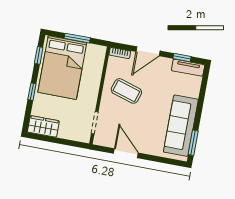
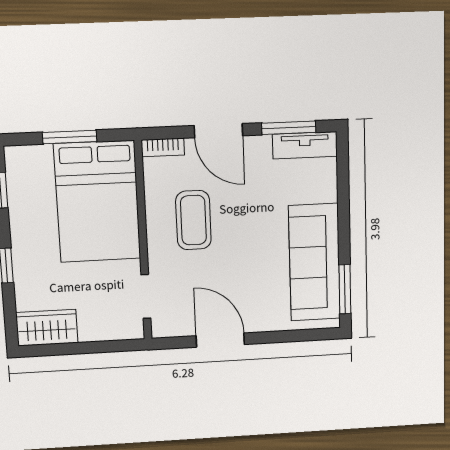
door: (148, 51) -> (218, 131), hinge flipped
window: (182, 58) -> (289, 128), width x1.50
bed: (62, 68) -> (97, 202), moved
coffee table: (126, 91) -> (193, 220), turned 73

